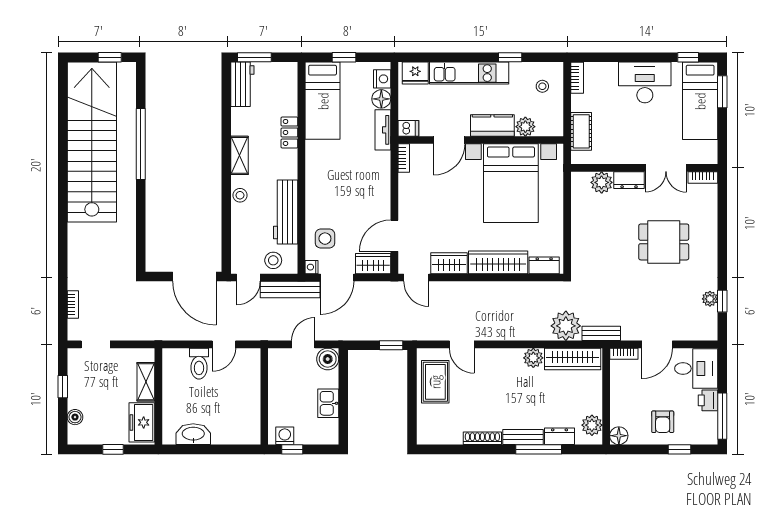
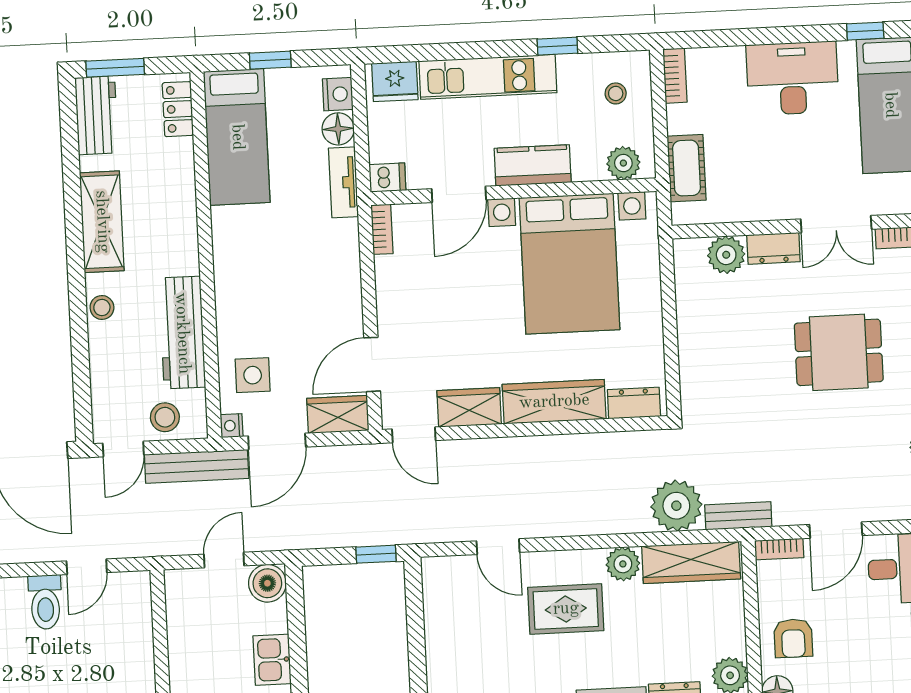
plant: (525, 127) -> (623, 163), moved
locker: (289, 132) -> (178, 109), moved
shelving: (239, 155) -> (102, 222), width x1.50, depth x1.33
rug: (435, 382) -> (566, 609), moved, turned 90
armchair: (663, 422) -> (793, 638), moved

